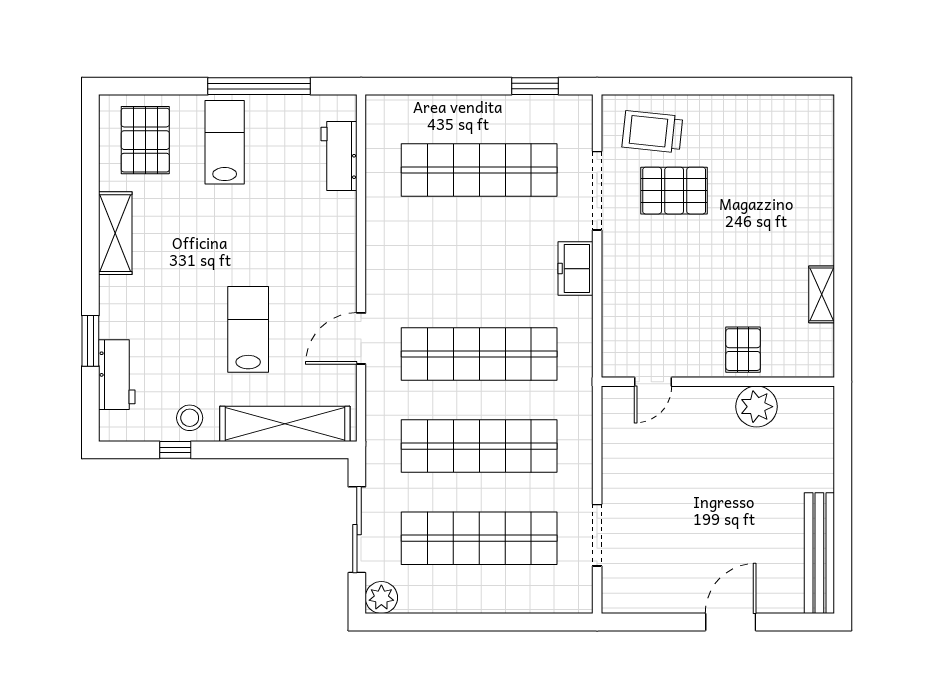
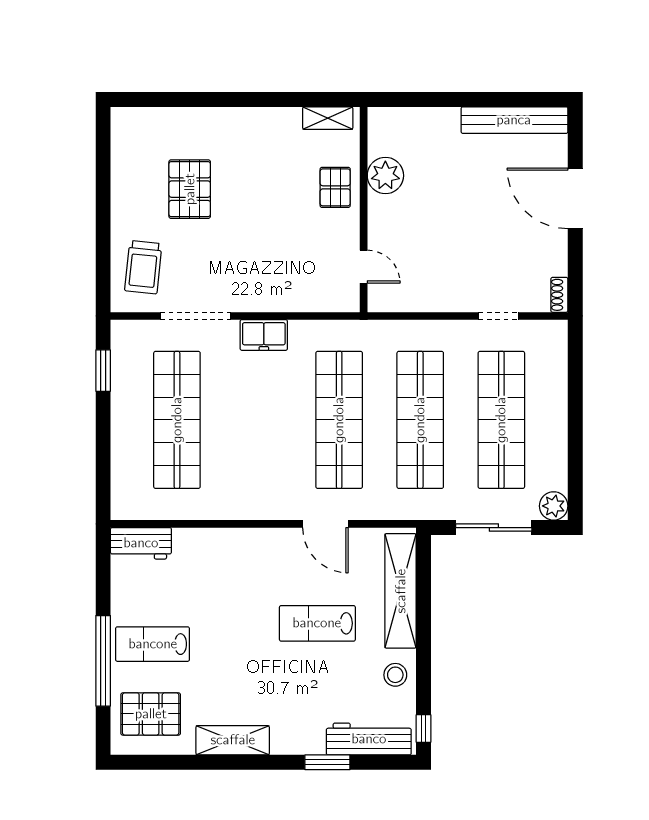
window: (259, 86) -> (103, 661), moved
workbench: (339, 156) -> (141, 543), moved
pallet: (674, 191) -> (190, 189), moved
shelving: (822, 294) -> (328, 118), moved
pallet: (743, 350) -> (335, 187), turned 90
workbench: (117, 375) -> (369, 739), width x1.38
window: (175, 450) -> (424, 728), moved
doorway: (597, 535) -> (499, 316), width x0.73
shoe rack: (621, 604) -> (559, 295), added
door: (731, 622) -> (575, 198), width x1.36

